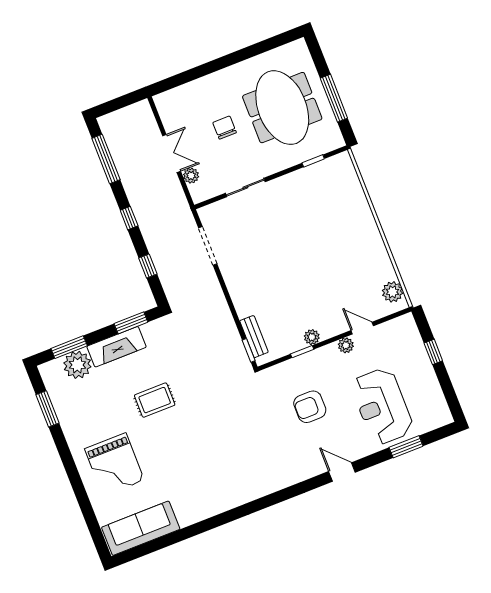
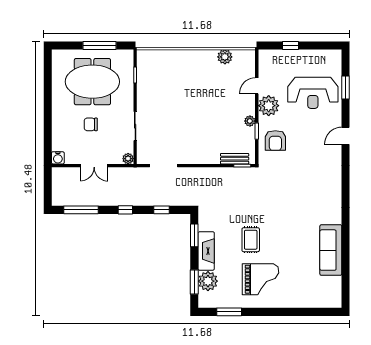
water cooler: (163, 101) -> (58, 158), added
double door: (172, 153) -> (94, 166), swing flipped
plant: (191, 176) -> (128, 159), moved
plant: (393, 292) -> (225, 57), moved
plant: (346, 345) -> (269, 106), width x1.87, depth x1.87
armchair: (310, 407) -> (275, 141), moved
grand piano: (114, 464) -> (260, 279), moved
sofa: (141, 528) -> (331, 250), moved

